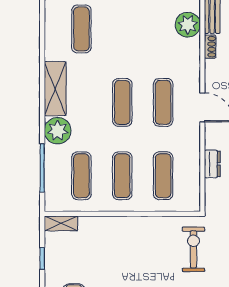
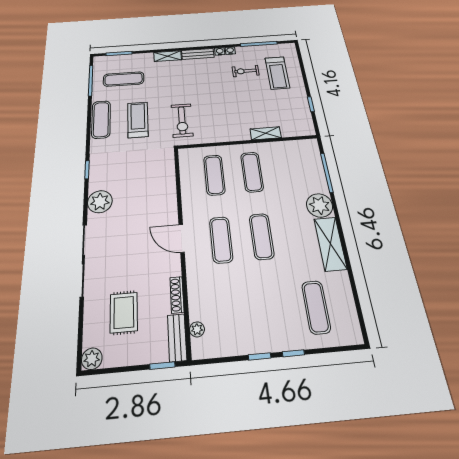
plant: (188, 25) -> (197, 329), width x0.53, depth x0.53
shoe rack: (210, 47) -> (177, 295), width x1.43
dresser: (212, 164) -> (169, 189), removed
exercise mat: (81, 176) -> (289, 169), removed
shelving: (61, 223) -> (266, 133), moved

